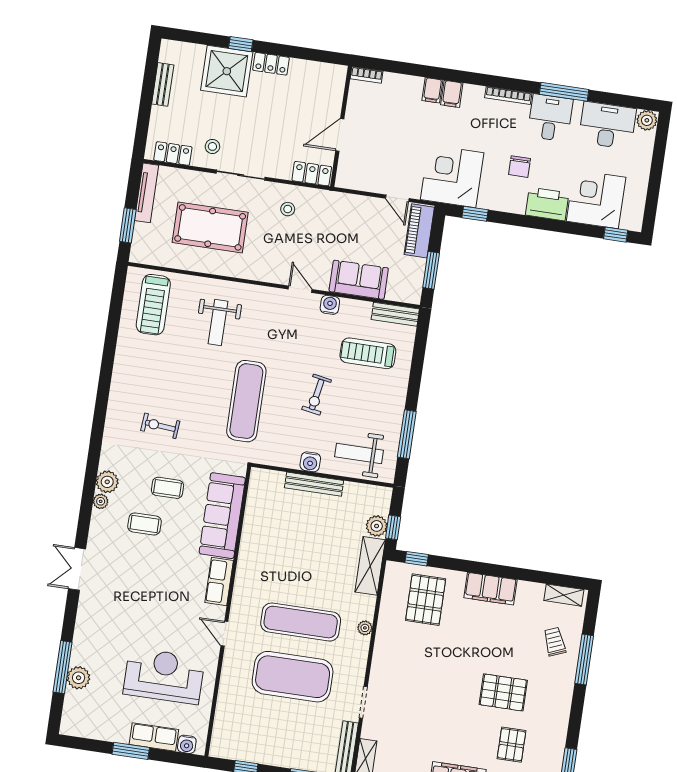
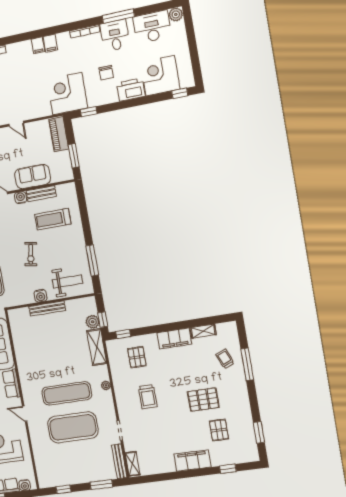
door: (397, 198) -> (16, 124), moved
bench: (395, 314) -> (41, 194), moved
weight bench: (359, 454) -> (68, 281), turned 180
shelving: (564, 595) -> (203, 331), moved
pallet: (426, 600) -> (137, 357), width x0.67, depth x0.71
trolley: (422, 664) -> (148, 397), added

